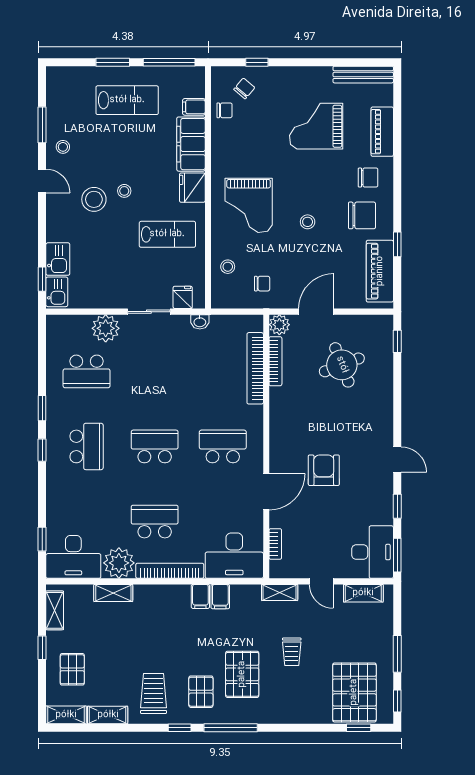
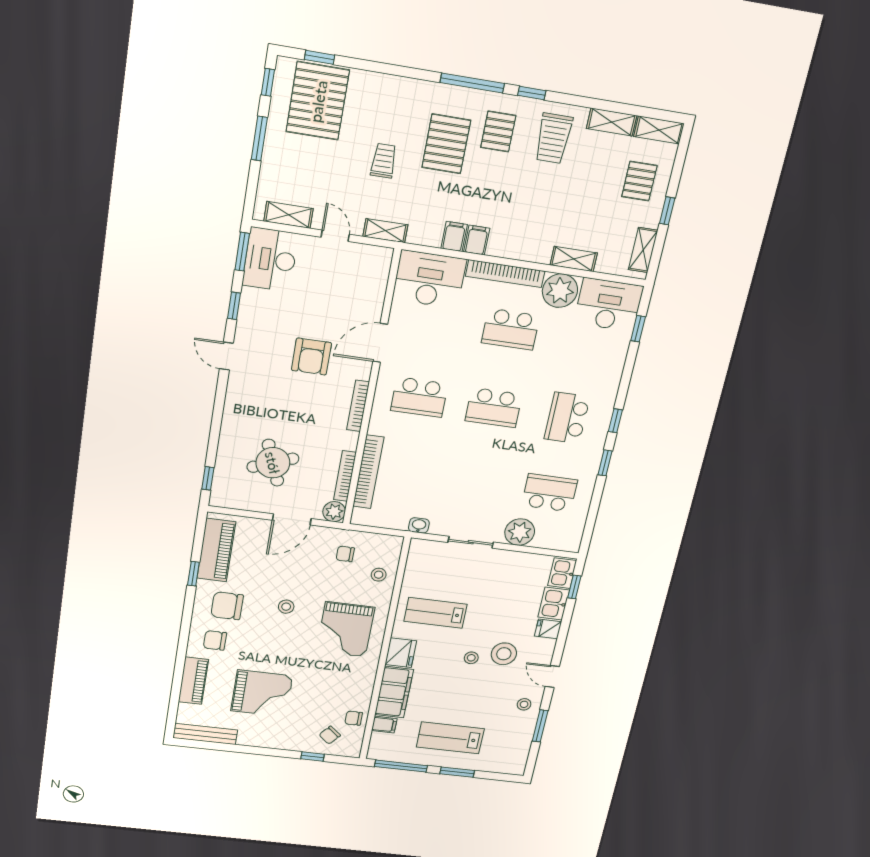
grand piano: (249, 205) -> (345, 629), turned 180
fridge: (183, 297) -> (548, 629), moved, turned 90
bookcase: (275, 544) -> (358, 406), moved, width x1.56

